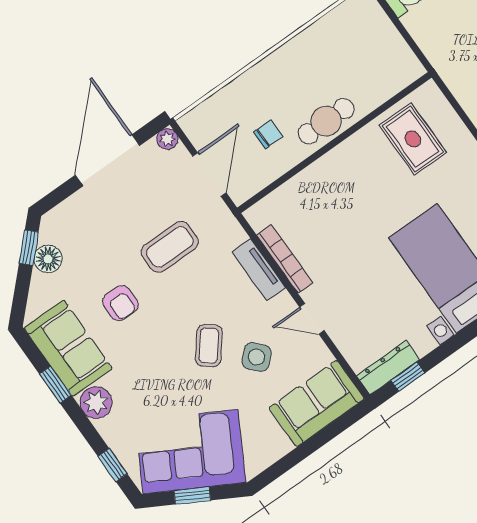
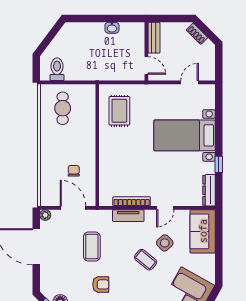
cafe table: (326, 121) -> (63, 108), moved
rug: (413, 139) -> (119, 111), turned 90
window: (408, 377) -> (219, 164), moved

